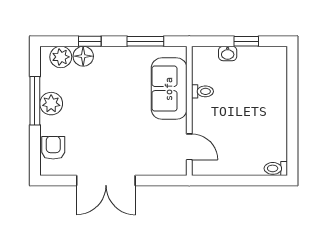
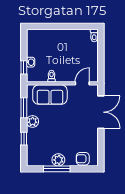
window: (246, 41) -> (24, 67), moved
floor lamp: (83, 56) -> (32, 142), removed
plant: (61, 57) -> (33, 121), moved
double door: (106, 180) -> (101, 112), moved

